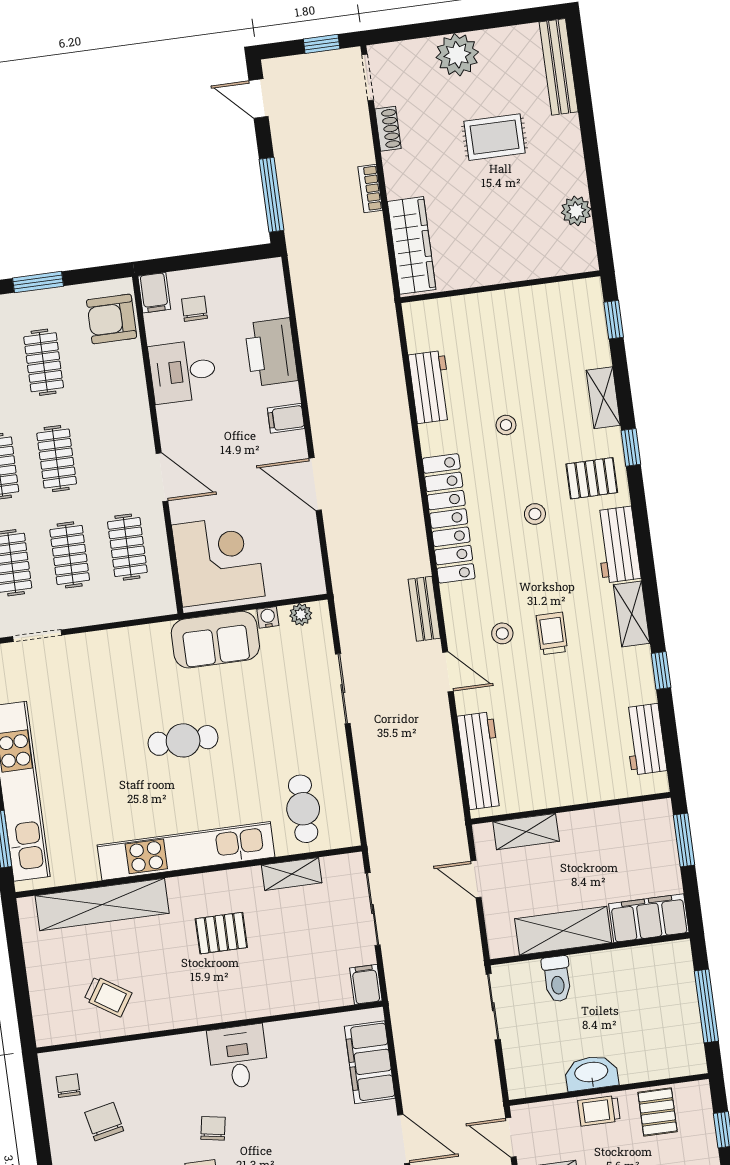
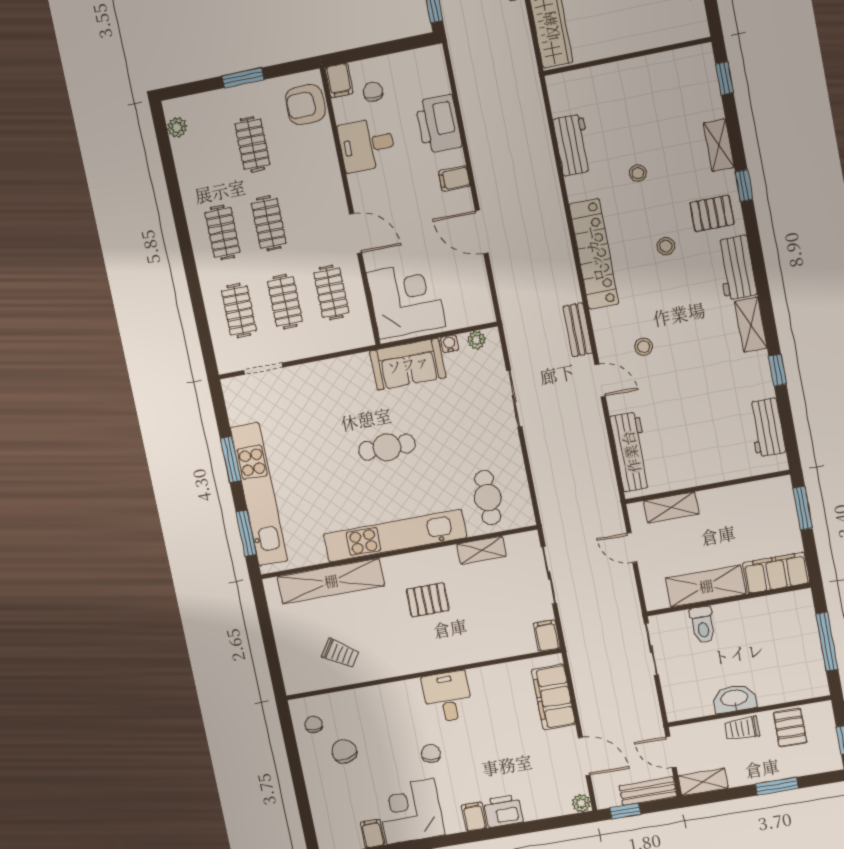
trolley: (552, 633) -> (685, 344), removed

